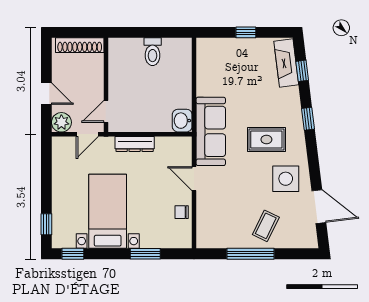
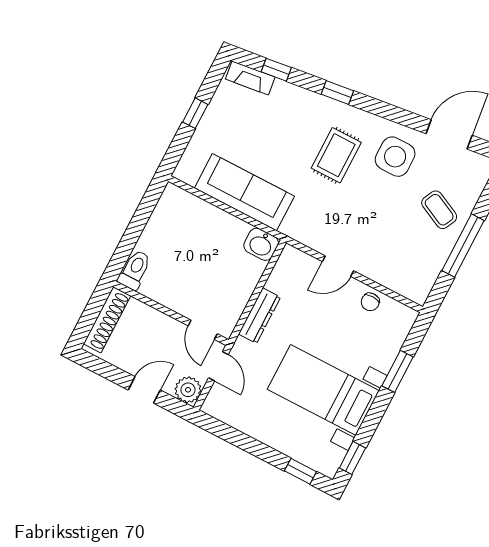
toilet: (153, 52) -> (135, 270), moved, turned -90
fireplace: (286, 63) -> (250, 78), width x0.73, depth x0.76
sofa: (211, 131) -> (244, 192), moved

